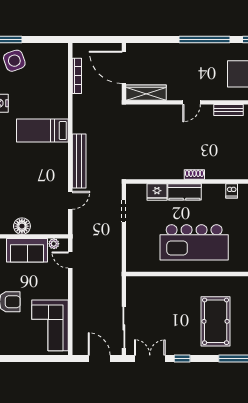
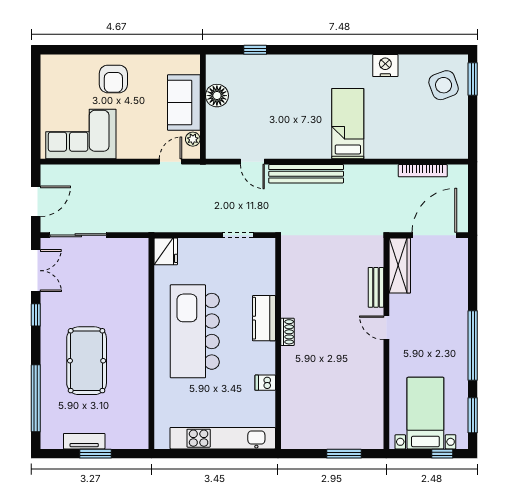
bench: (228, 110) -> (376, 287), moved
fridge: (157, 192) -> (166, 251), moved, turned 180
pool table: (216, 321) -> (87, 361), turned 90

